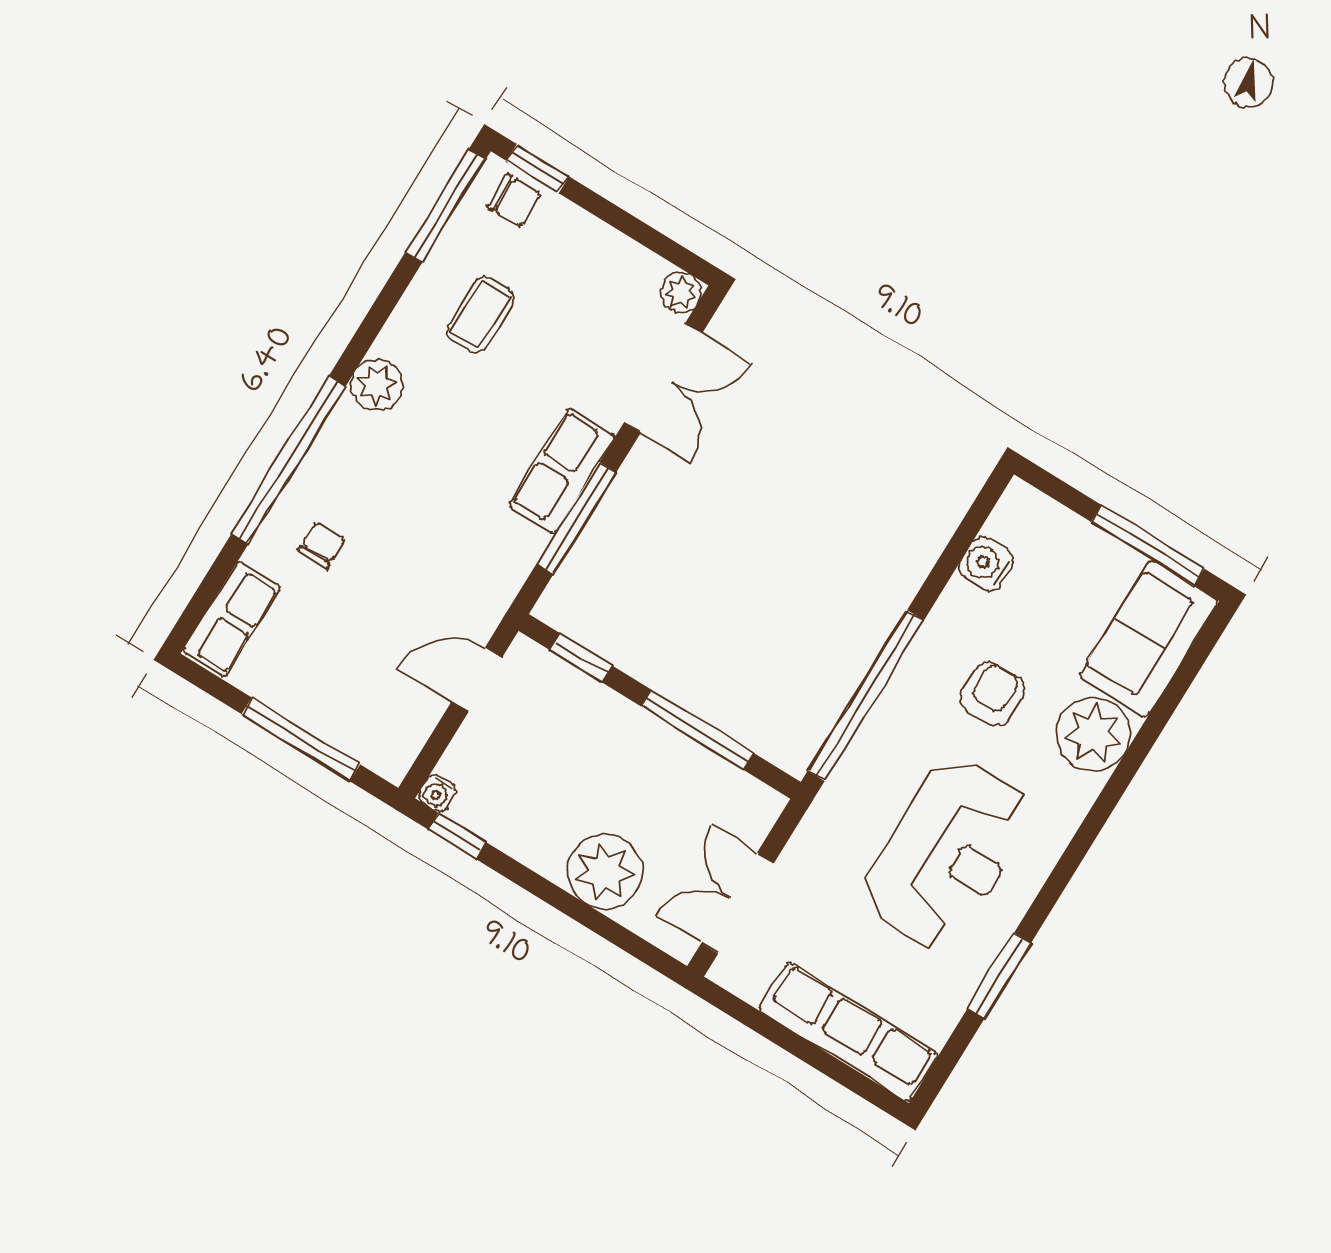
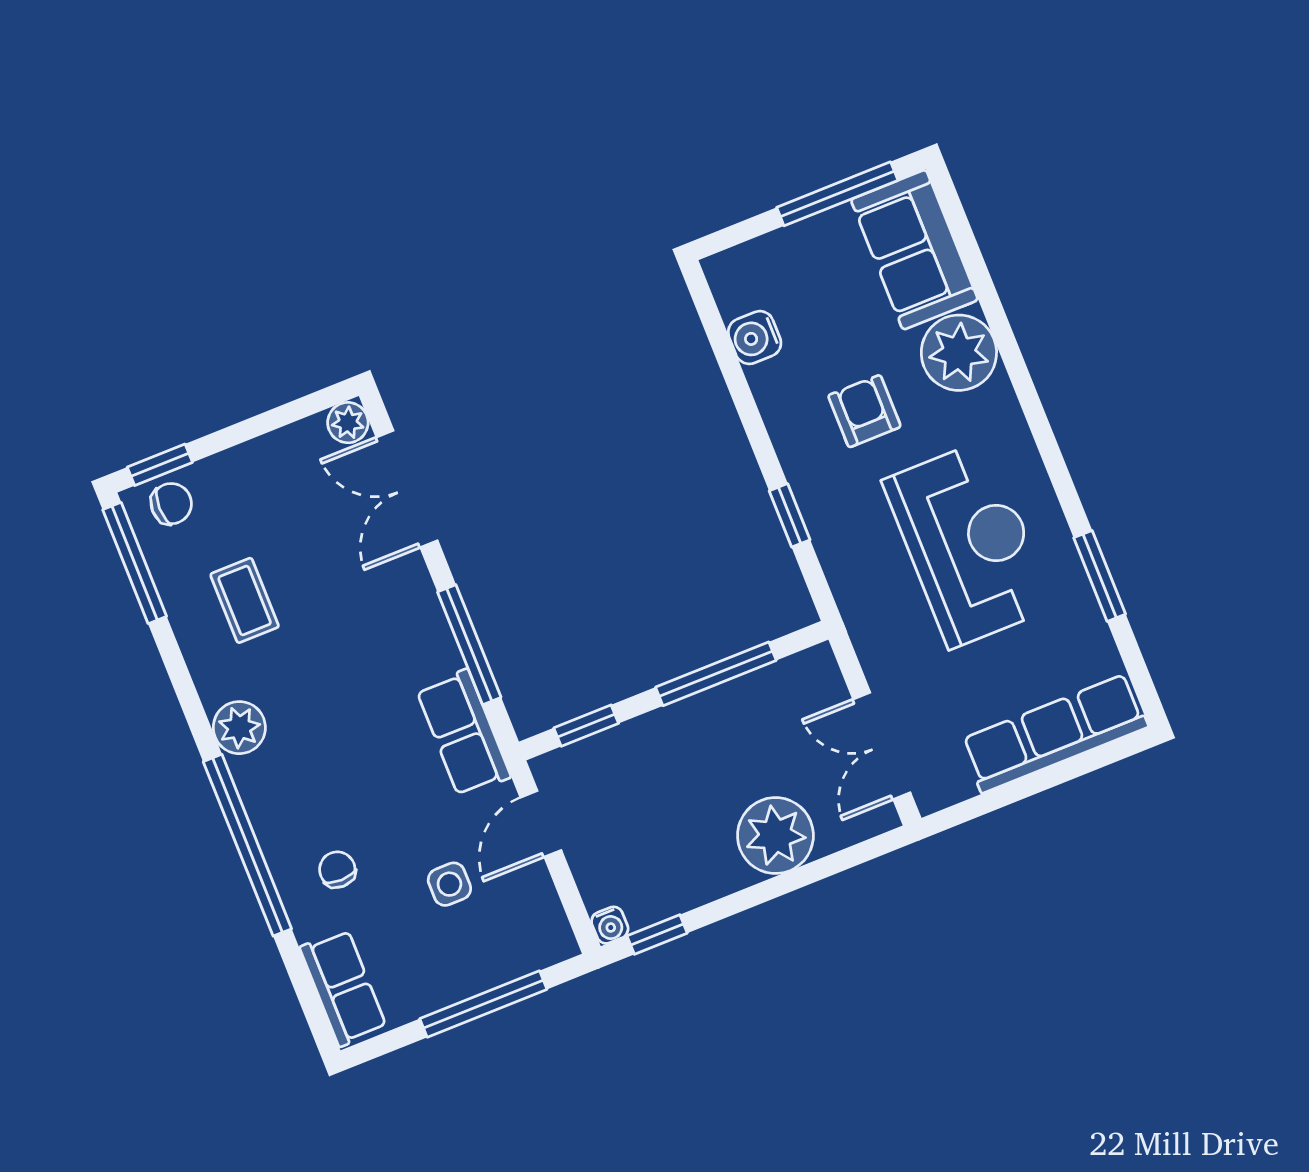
double door: (663, 378) -> (407, 489), swing flipped
row of seats: (562, 471) -> (463, 733), moved
side table: (376, 642) -> (449, 884), added
window: (866, 695) -> (790, 515), width x0.32

